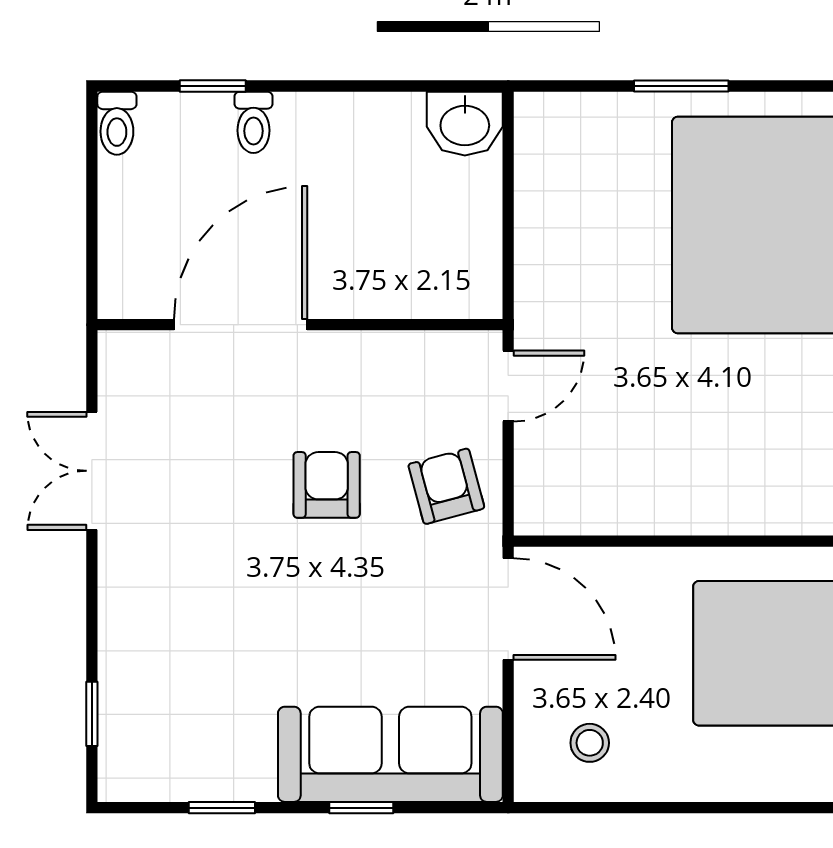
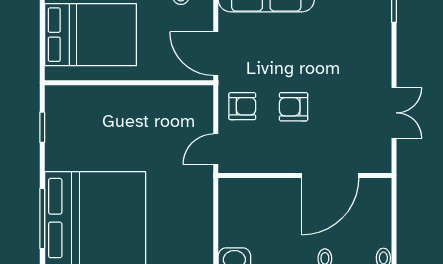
armchair: (327, 485) -> (294, 107), turned 90
armchair: (446, 486) -> (242, 106), turned -75

